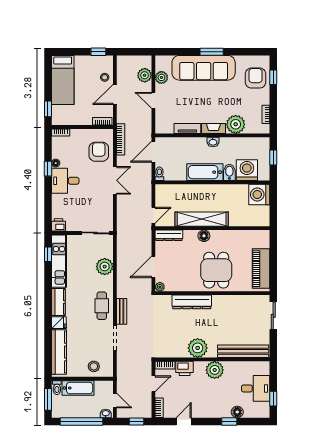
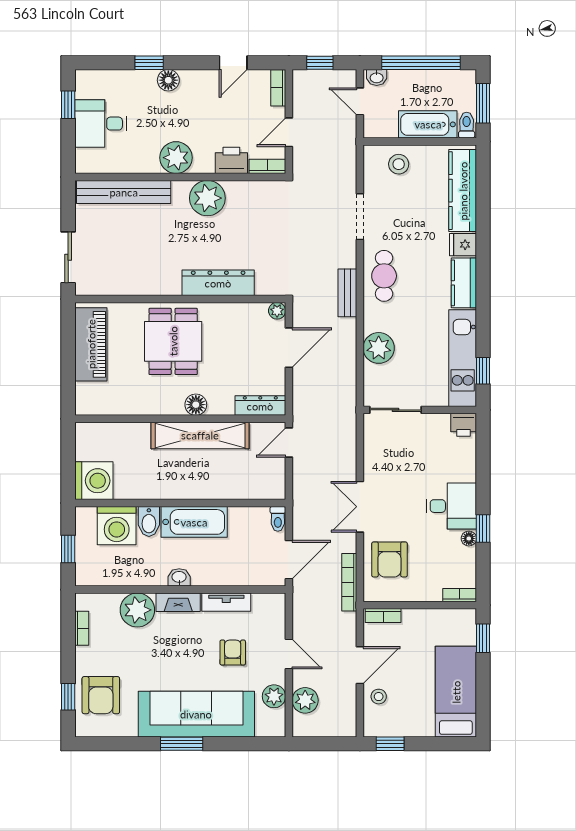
armchair: (184, 101) -> (233, 653), added
bench: (122, 311) -> (347, 293), moved
floor lamp: (237, 412) -> (168, 80), moved

